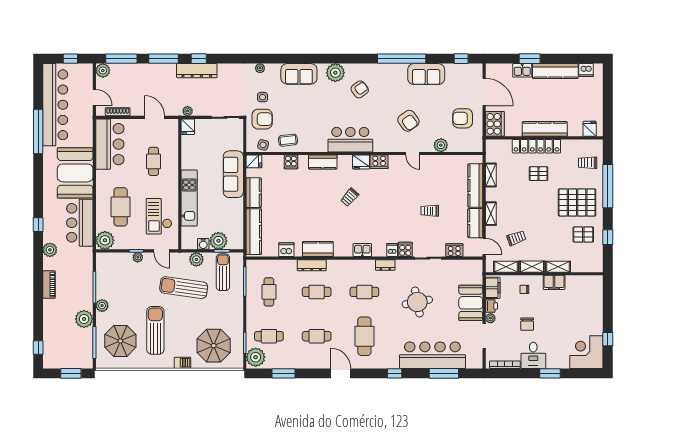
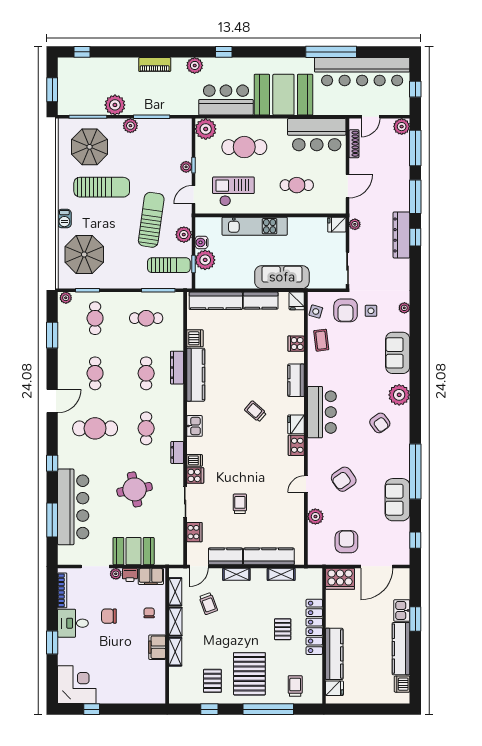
kitchen counter: (545, 129) -> (334, 654), moved
kitchen counter: (318, 249) -> (196, 375), width x1.50
plant: (256, 357) -> (66, 298), width x0.53, depth x0.53

